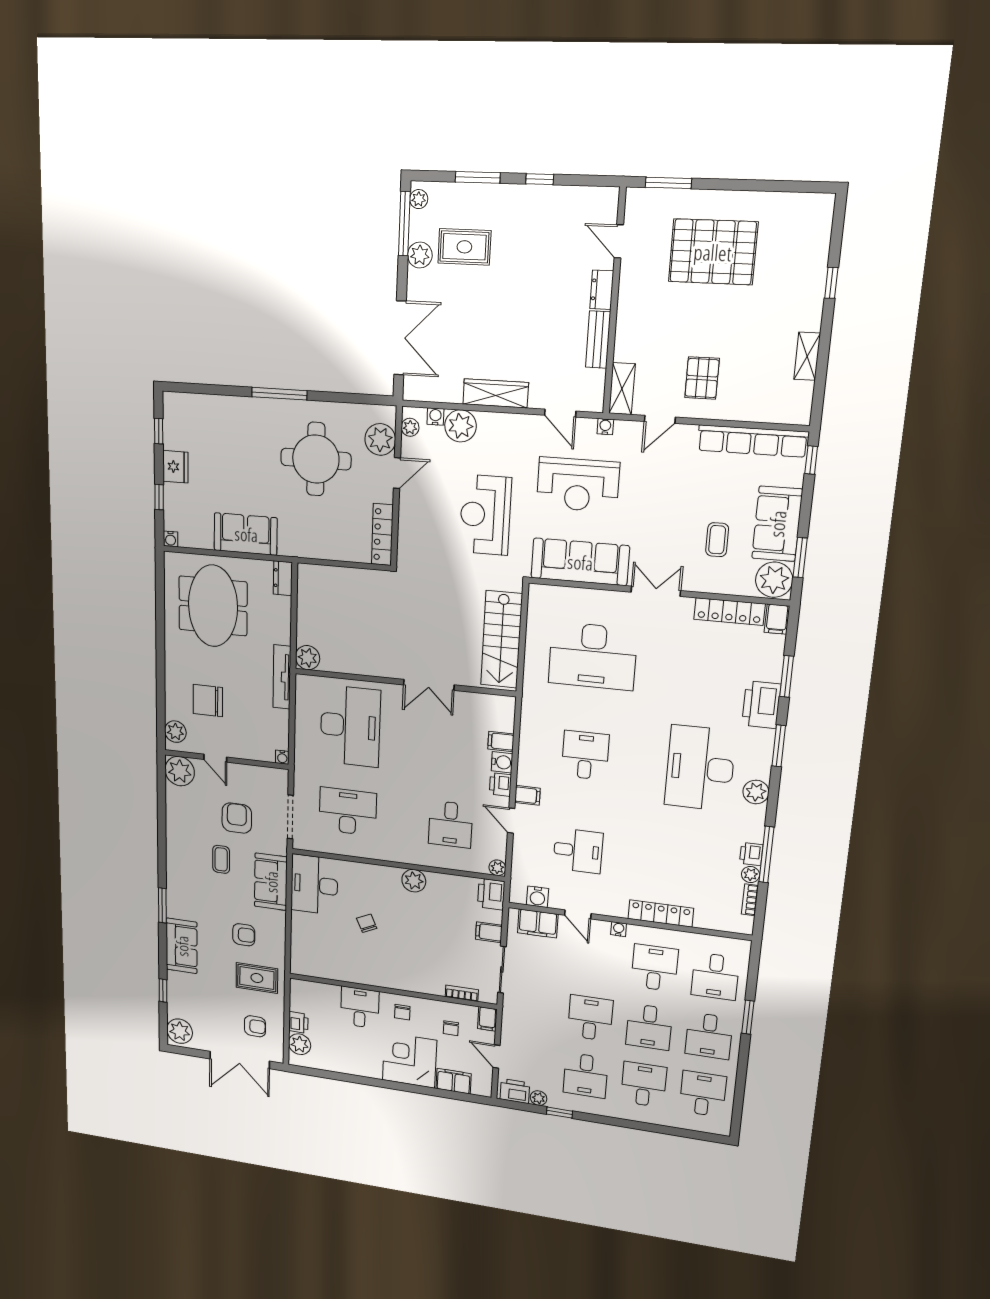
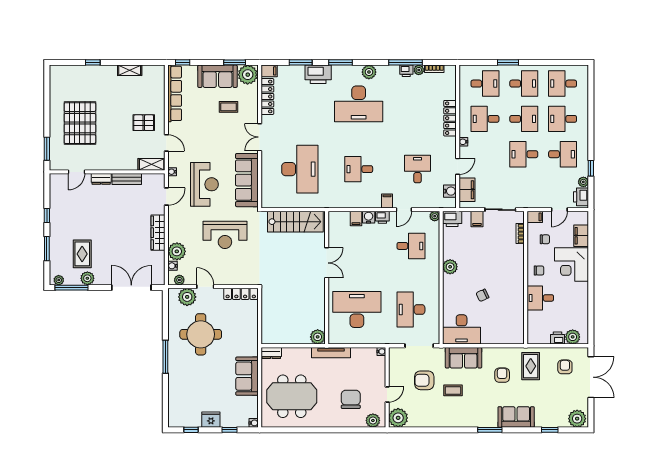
chair: (208, 701) -> (351, 399), turned 180

